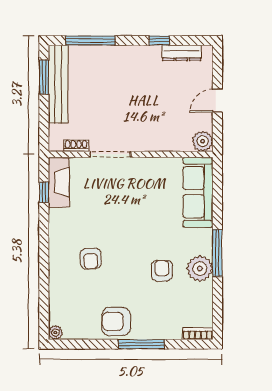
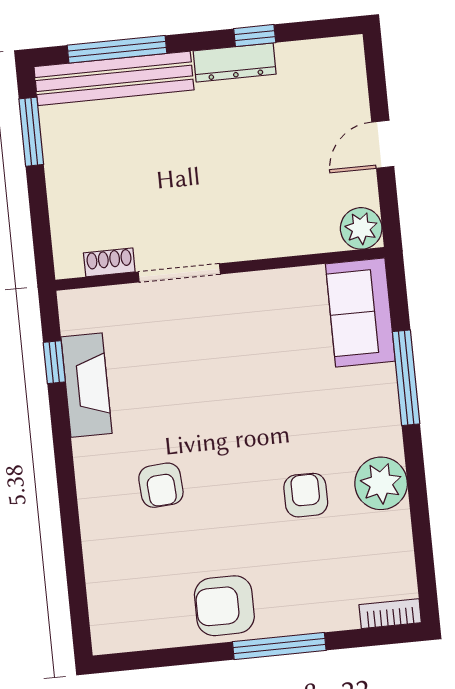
dresser: (182, 53) -> (235, 62), moved
bench: (58, 84) -> (114, 78), moved, turned 90
fireplace: (59, 182) -> (87, 385), moved
sofa: (198, 192) -> (360, 312), width x0.73
window: (217, 253) -> (406, 378), moved
plant: (55, 333) -> (105, 640), removed

